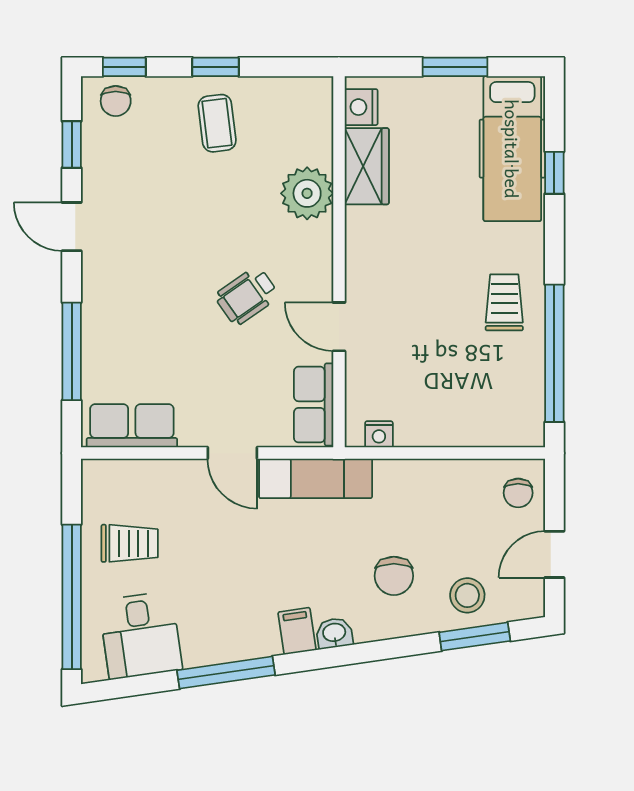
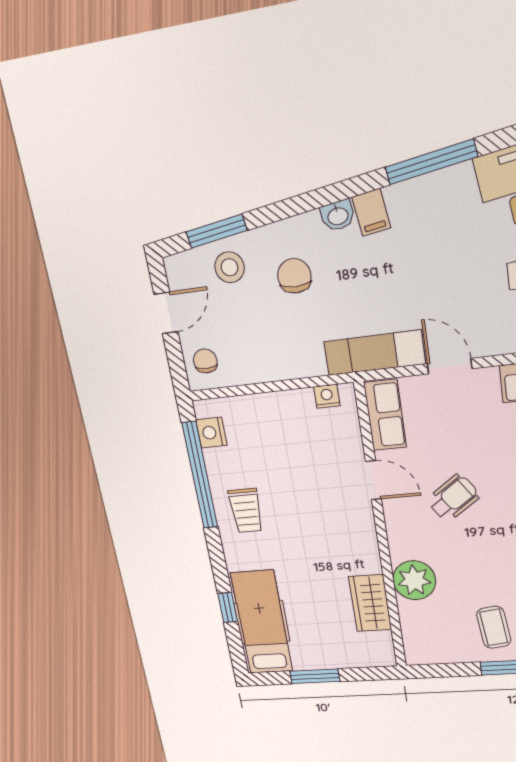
nightstand: (361, 107) -> (211, 433), moved, turned 180

